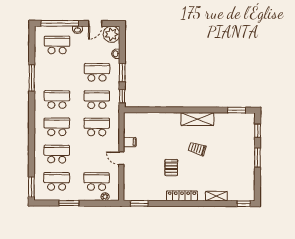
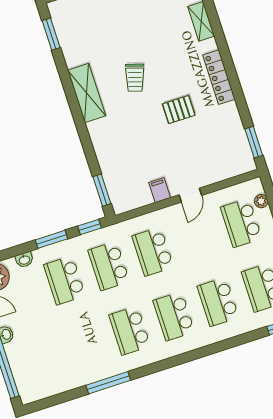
school desk: (57, 45) -> (41, 359), removed
window: (140, 110) -> (102, 190), added

